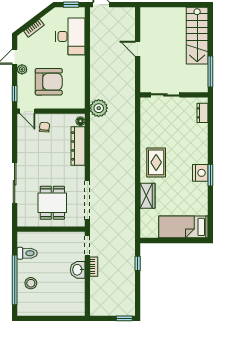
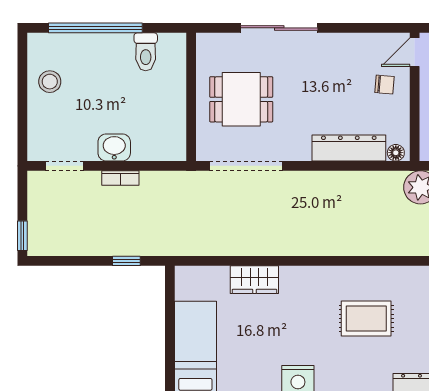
rug: (156, 162) -> (366, 318), moved
doorway: (87, 246) -> (64, 166), moved
stool: (31, 283) -> (50, 82), moved

